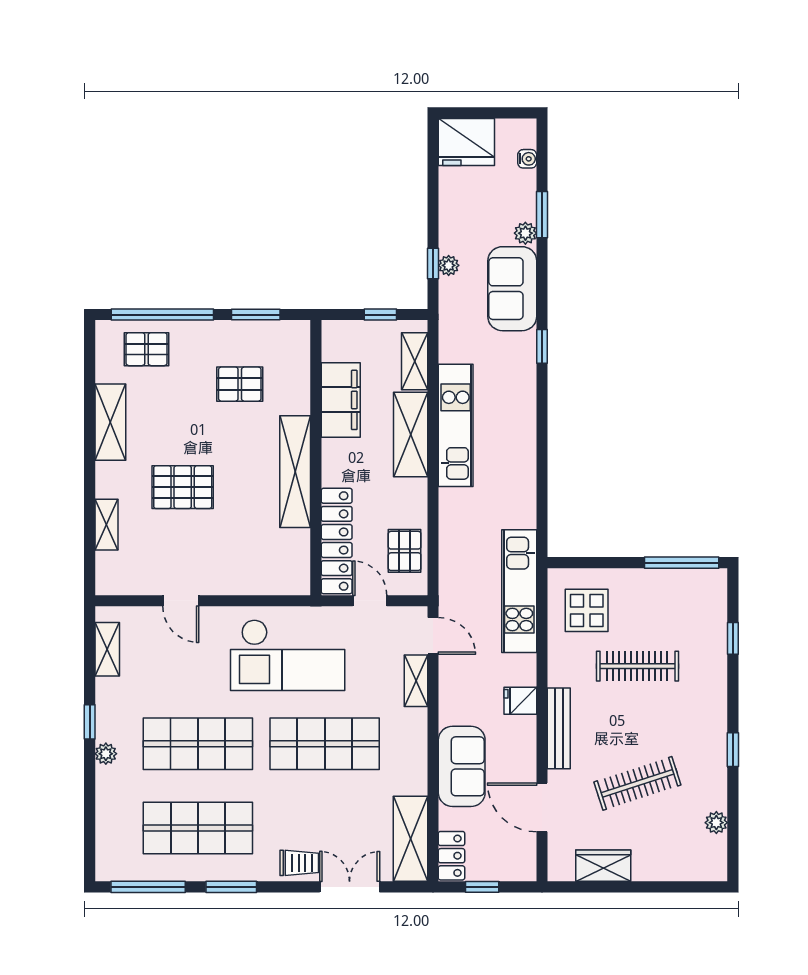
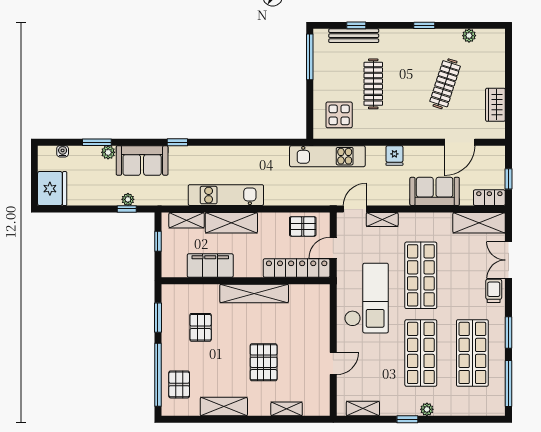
bench: (559, 728) -> (354, 36), moved
clothes rail: (637, 783) -> (445, 84), turned 36

